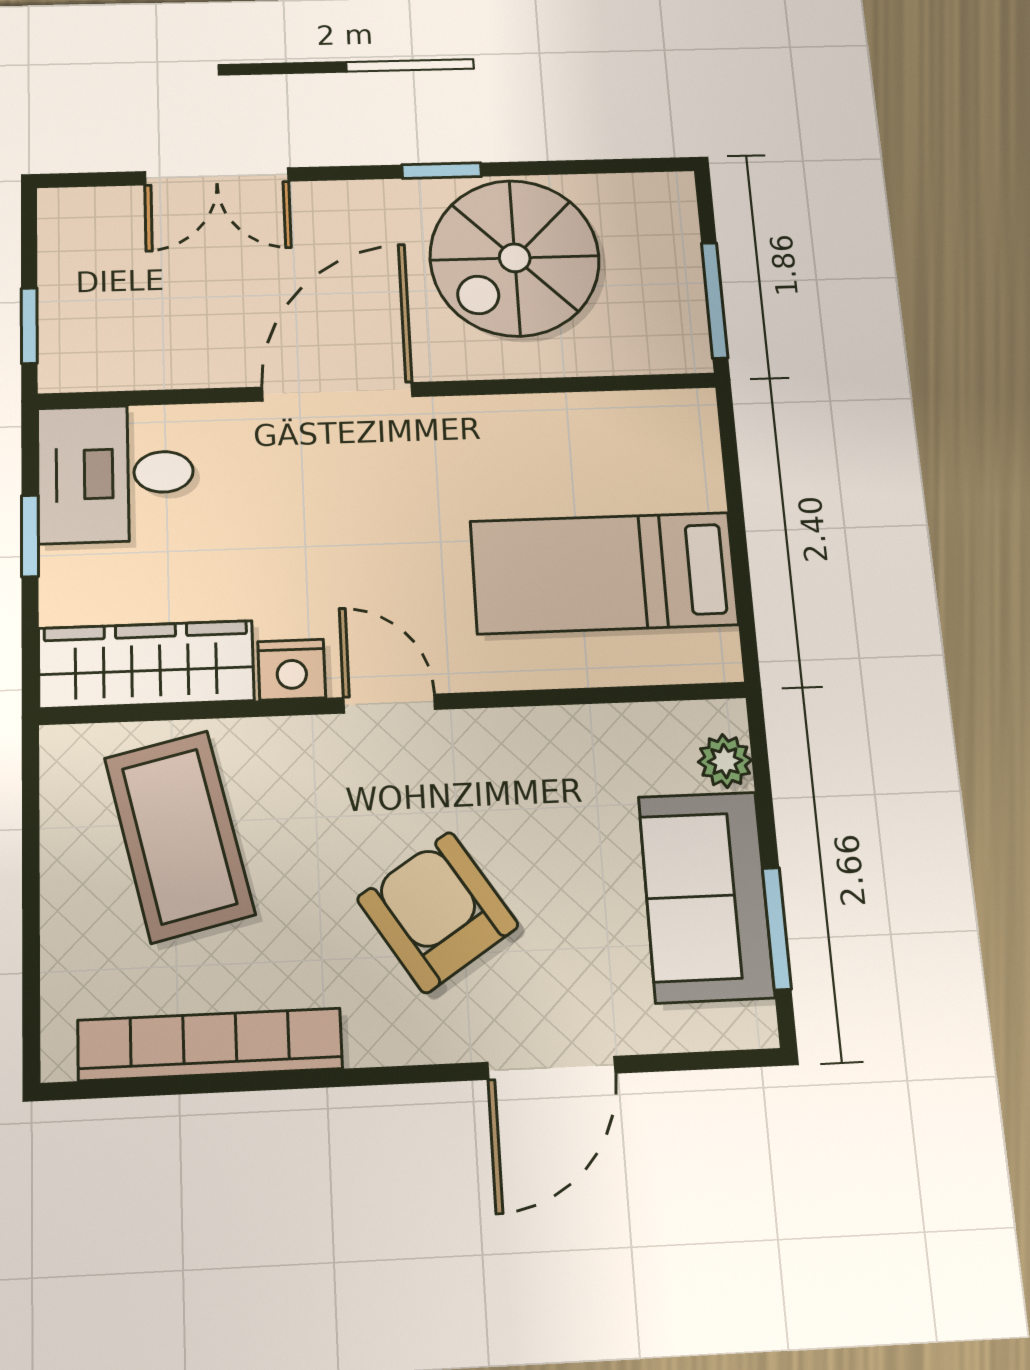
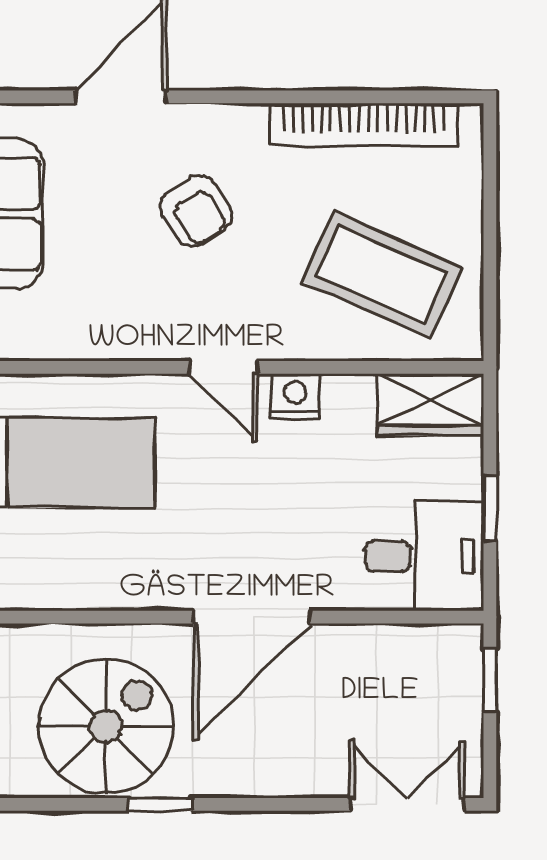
double door: (217, 176) -> (407, 804), moved
wardrobe: (146, 664) -> (431, 404), width x0.67
coffee table: (179, 836) -> (382, 275), turned -53
armchair: (438, 912) -> (196, 211), width x0.72, depth x0.72

